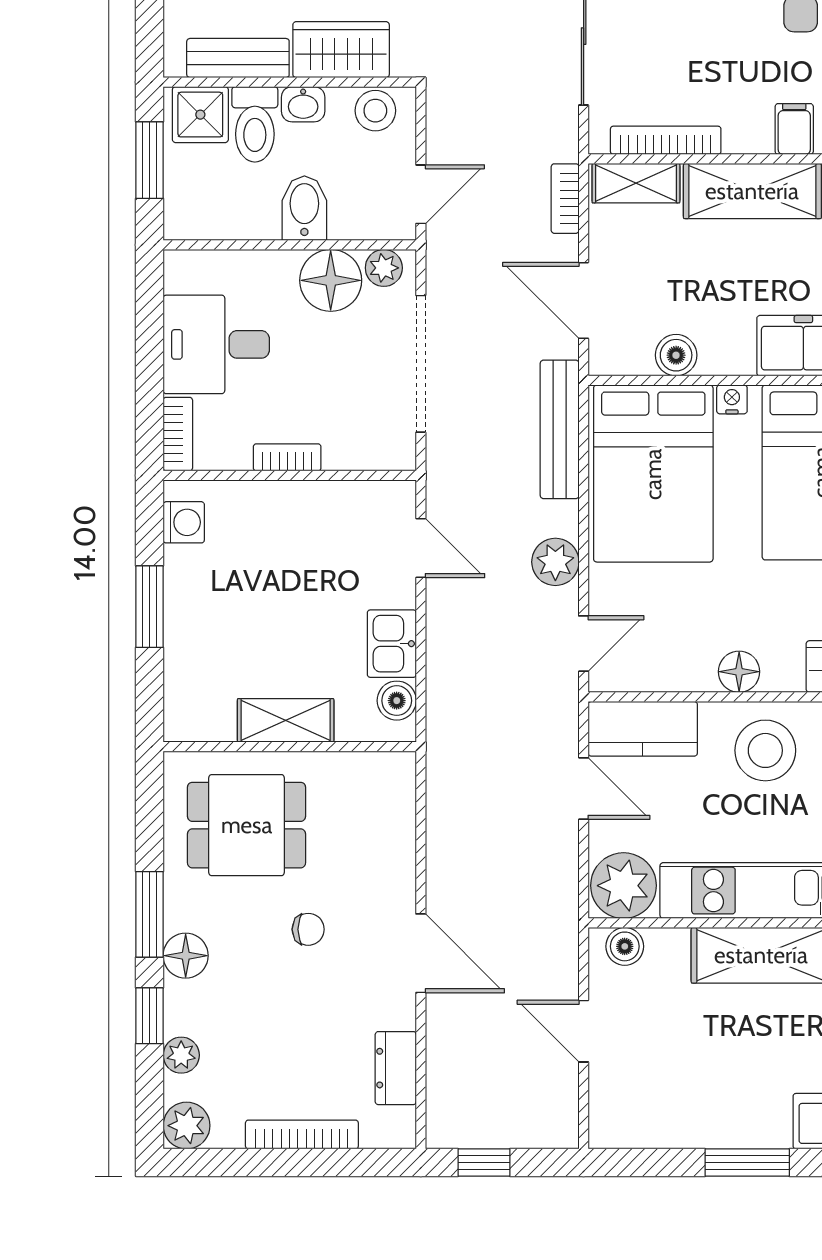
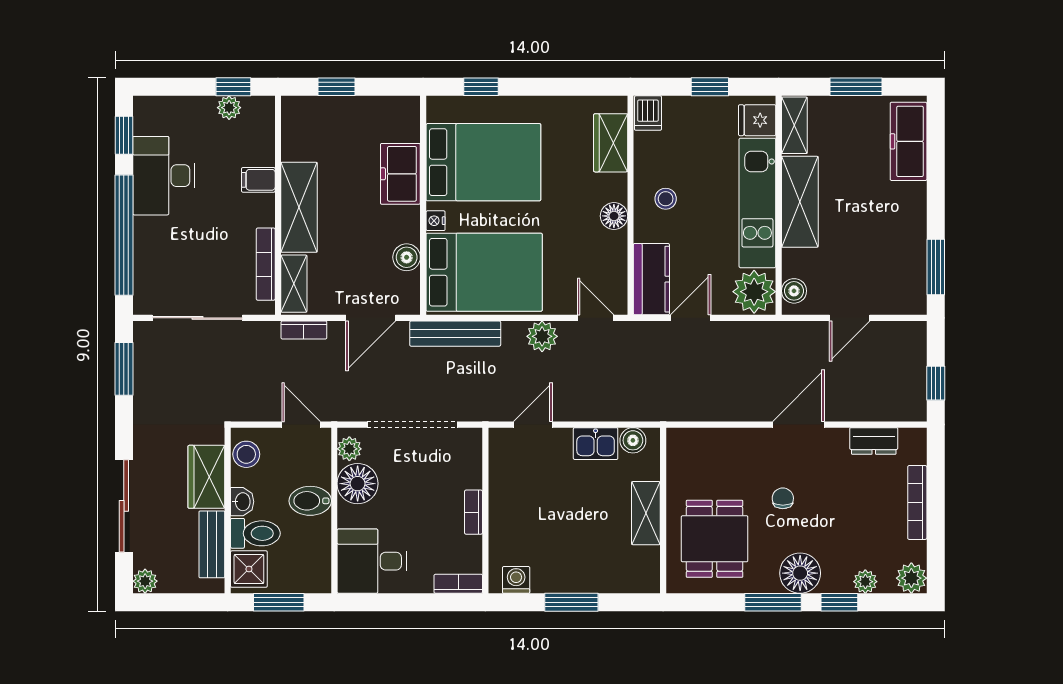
desk: (216, 344) -> (372, 561), moved, turned 90
stool: (765, 750) -> (666, 199), width x0.53, depth x0.53
floor lamp: (186, 956) -> (800, 573), width x1.38, depth x1.38
window: (747, 1163) -> (936, 267), moved

